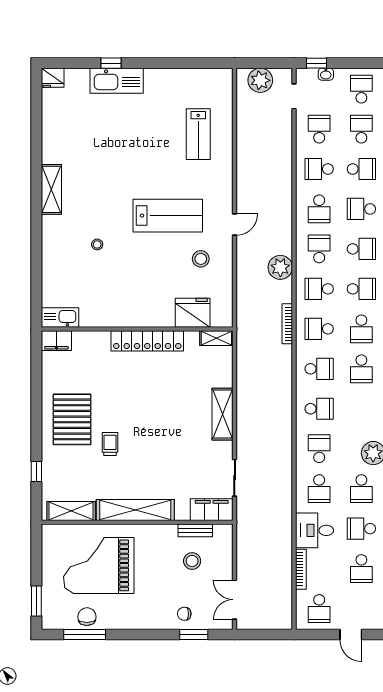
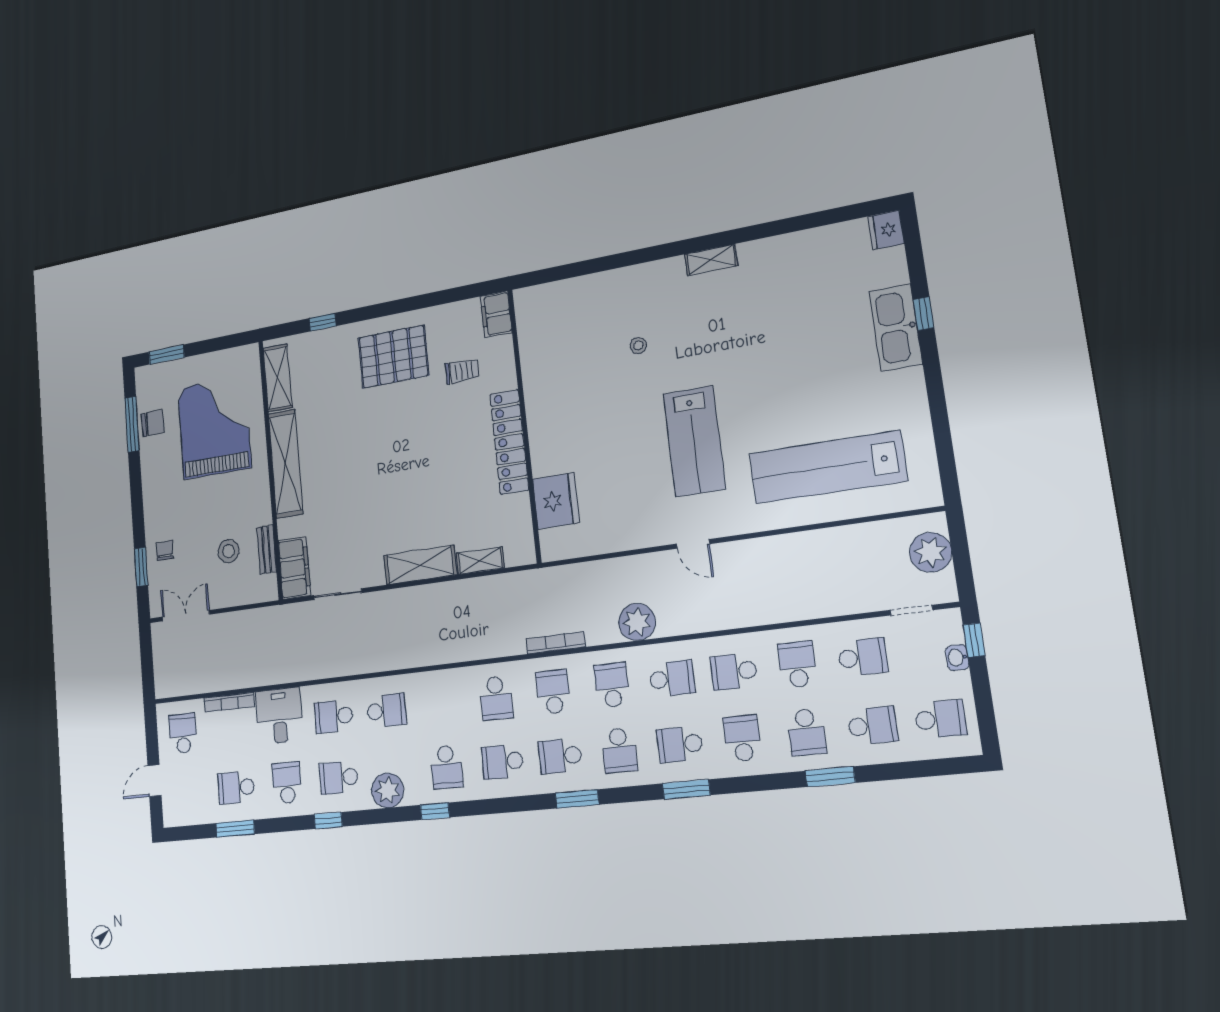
lab bench: (198, 134) -> (827, 467), width x1.86, depth x1.39
shelving: (51, 189) -> (711, 260), width x0.67, depth x0.75
school desk: (361, 249) -> (680, 744), turned 90
stool: (201, 259) -> (635, 501), removed
kitchen sink: (60, 318) -> (528, 313), removed
shelving: (216, 338) -> (480, 561), moved, turned 90
school desk: (319, 409) -> (447, 767), moved
trolley: (110, 444) -> (462, 371), moved
school desk: (319, 609) -> (183, 733), turned 90

